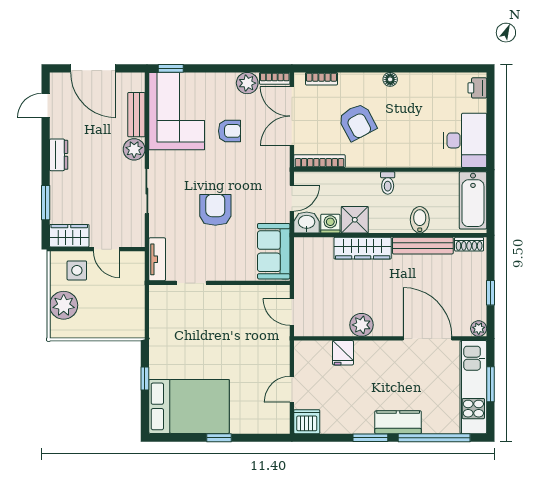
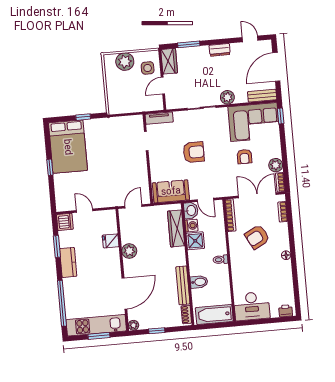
bench: (136, 115) -> (262, 96), moved
wardrobe: (363, 248) -> (176, 228), moved
kitchen counter: (398, 422) -> (68, 262), moved
window: (370, 438) -> (57, 246), moved

